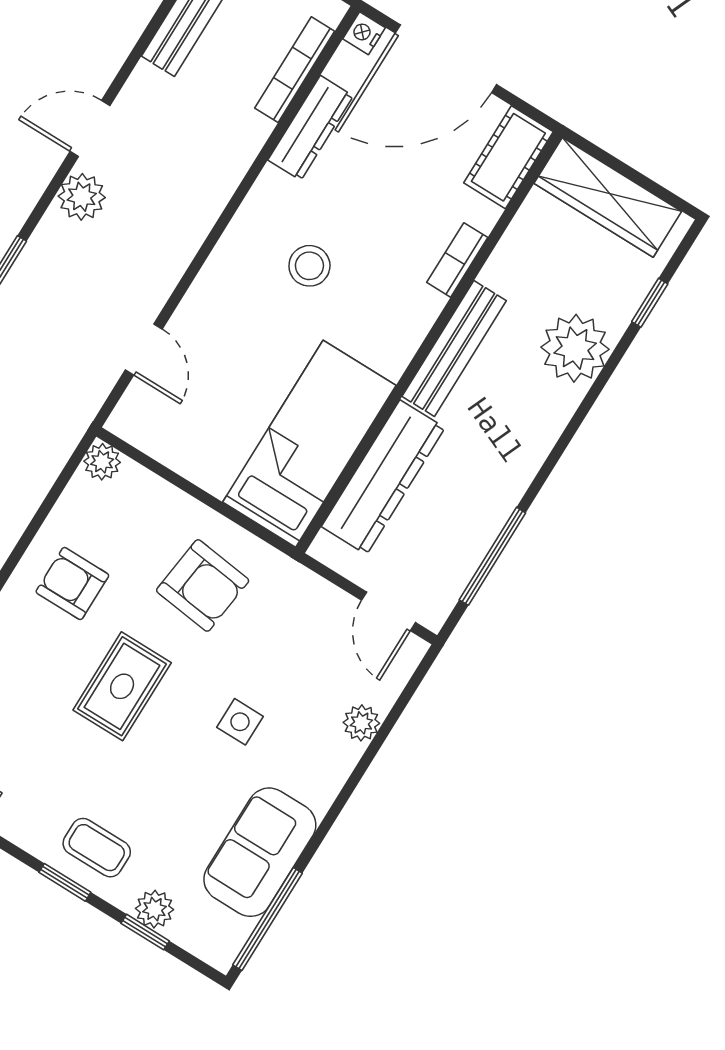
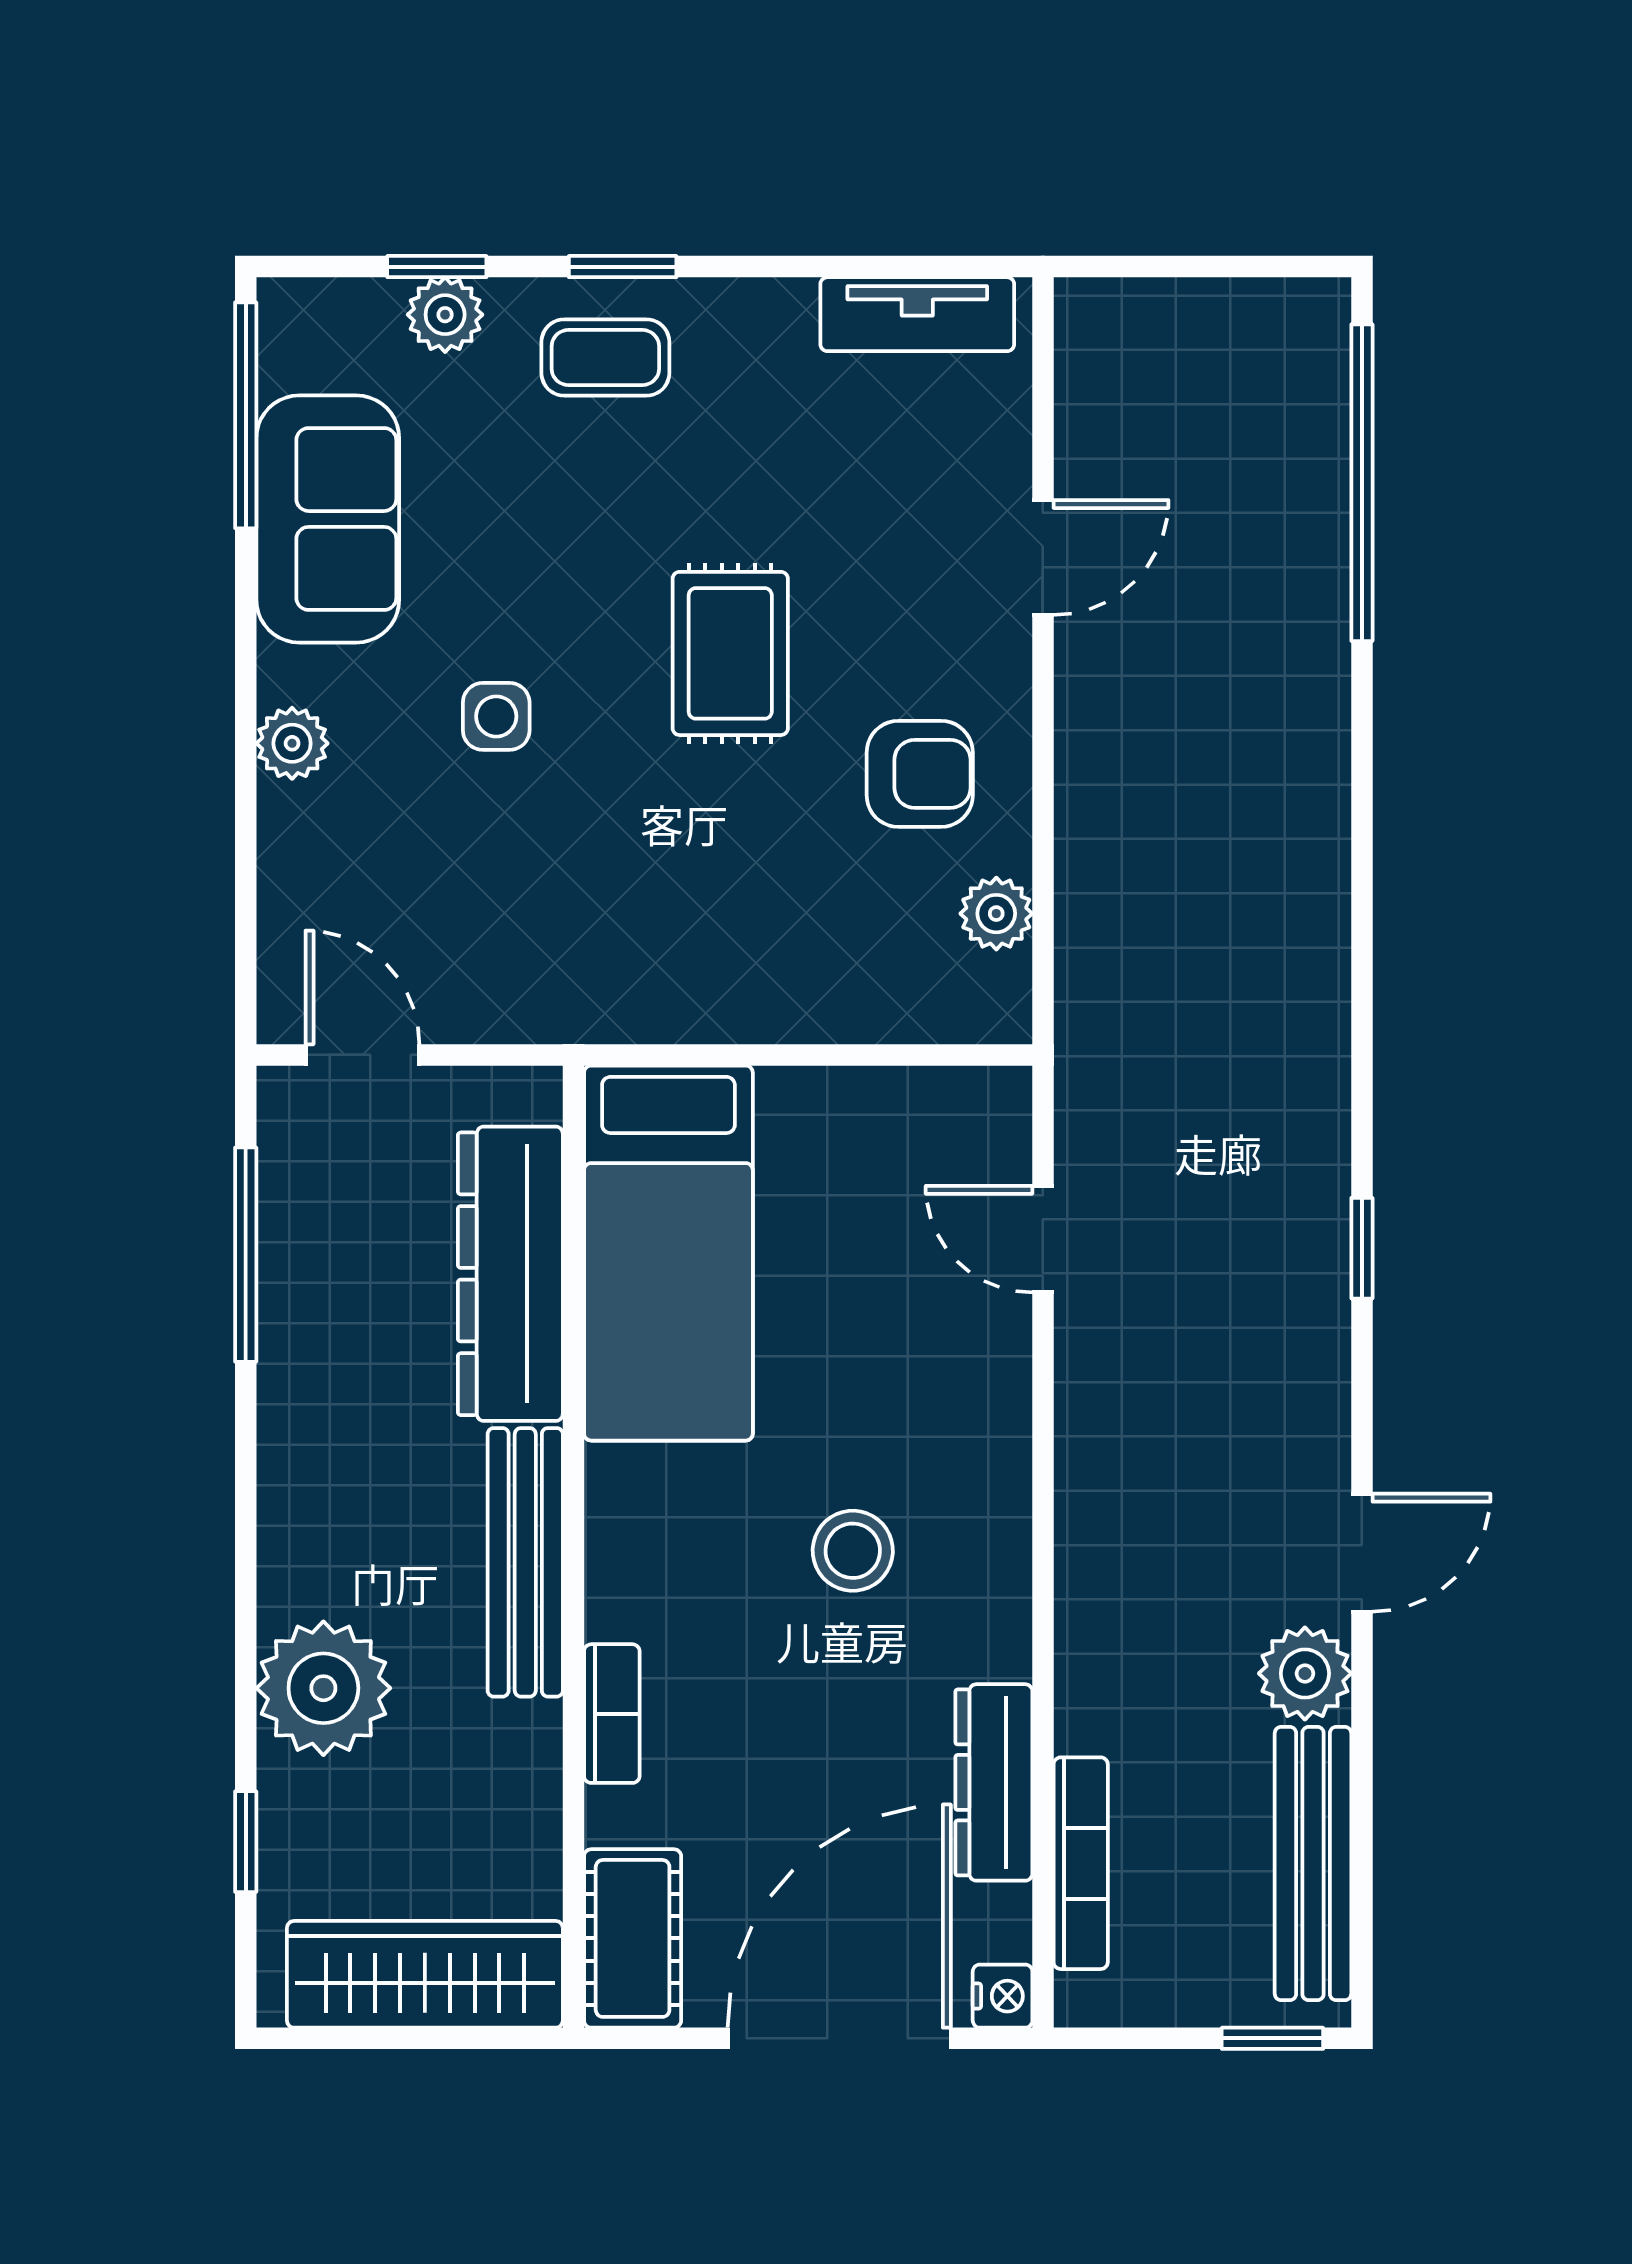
plant: (82, 197) -> (1305, 1673), moved
plant: (102, 462) -> (996, 914), moved
armchair: (203, 585) -> (700, 906), removed
plant: (361, 723) -> (292, 743), moved

